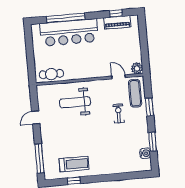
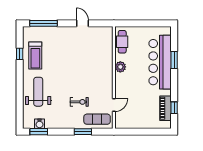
window: (66, 18) -> (174, 60), width x0.47
plant: (137, 68) -> (120, 67), moved
weight bench: (75, 102) -> (38, 92), moved
window: (153, 142) -> (39, 132), moved

